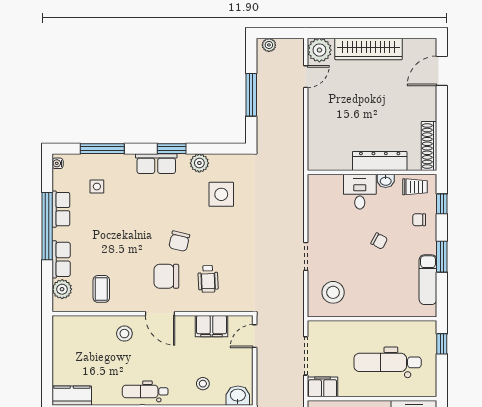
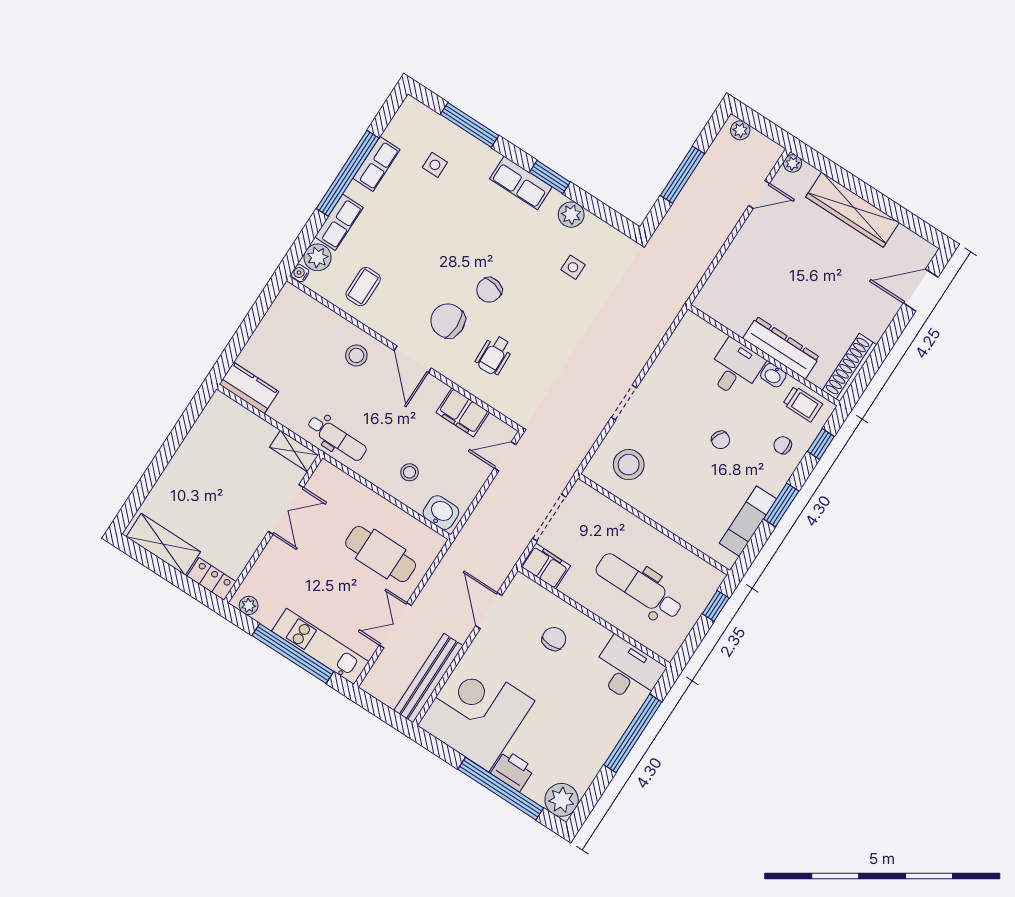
plant: (319, 50) -> (793, 163), width x0.53, depth x0.53
water cooler: (58, 163) -> (300, 273), moved
side table: (221, 194) -> (573, 267), width x0.54, depth x0.54
dental chair: (145, 391) -> (337, 438), turned 180

